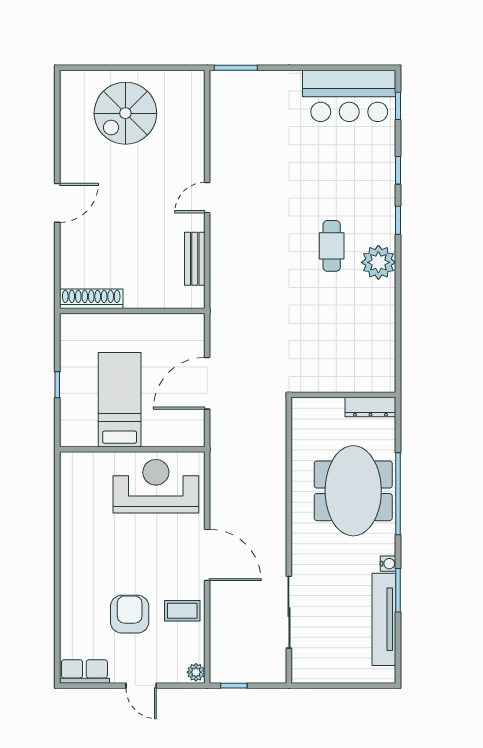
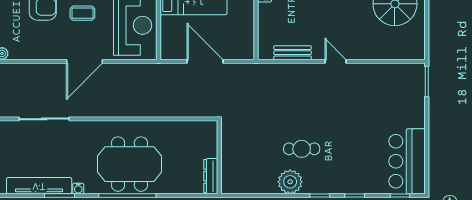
wall: (343, 395) -> (219, 157), moved
dresser: (370, 407) -> (211, 176), moved
coffee table: (182, 611) -> (82, 13), moved, turned 90

